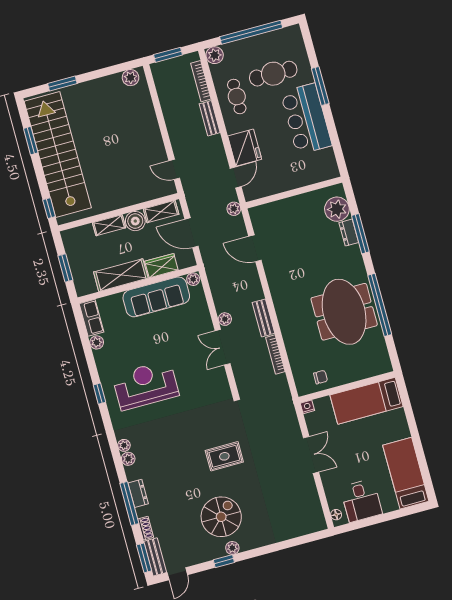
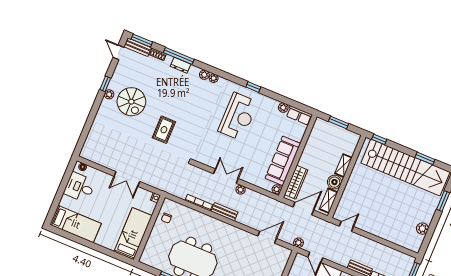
plant: (131, 78) -> (422, 229), moved
wardrobe: (161, 266) -> (296, 182), width x1.50
shelving: (121, 275) -> (310, 150), removed

